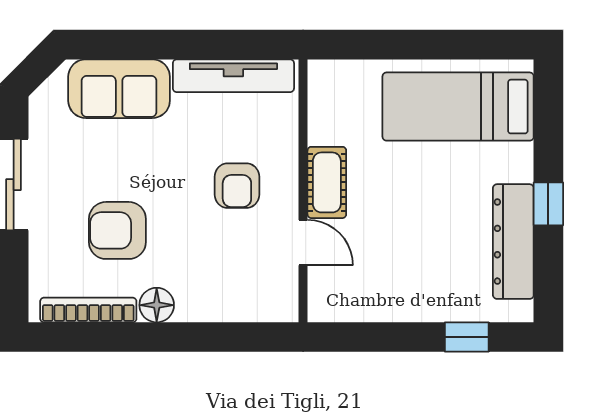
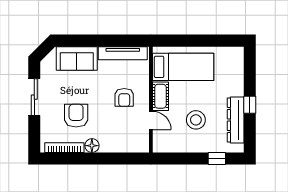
bed: (458, 107) -> (183, 67), moved, turned 180
armchair: (117, 230) -> (76, 116), turned 90
stool: (415, 241) -> (196, 120), added

